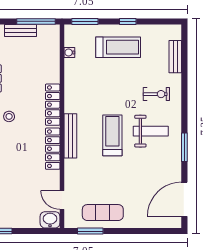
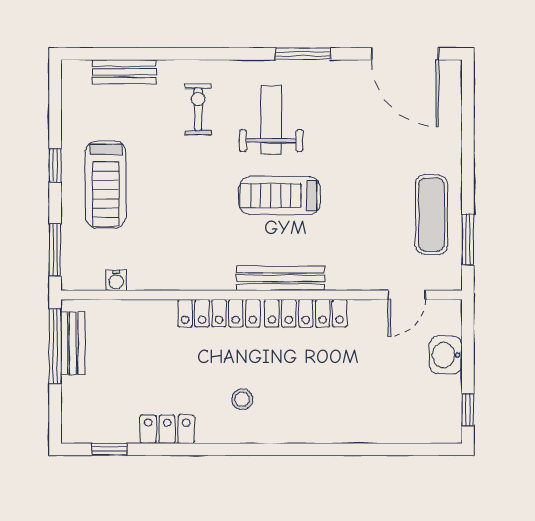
bench: (21, 30) -> (73, 343), moved
treadmill: (118, 47) -> (106, 185), turned 180
washbasin: (50, 220) -> (446, 355), moved

